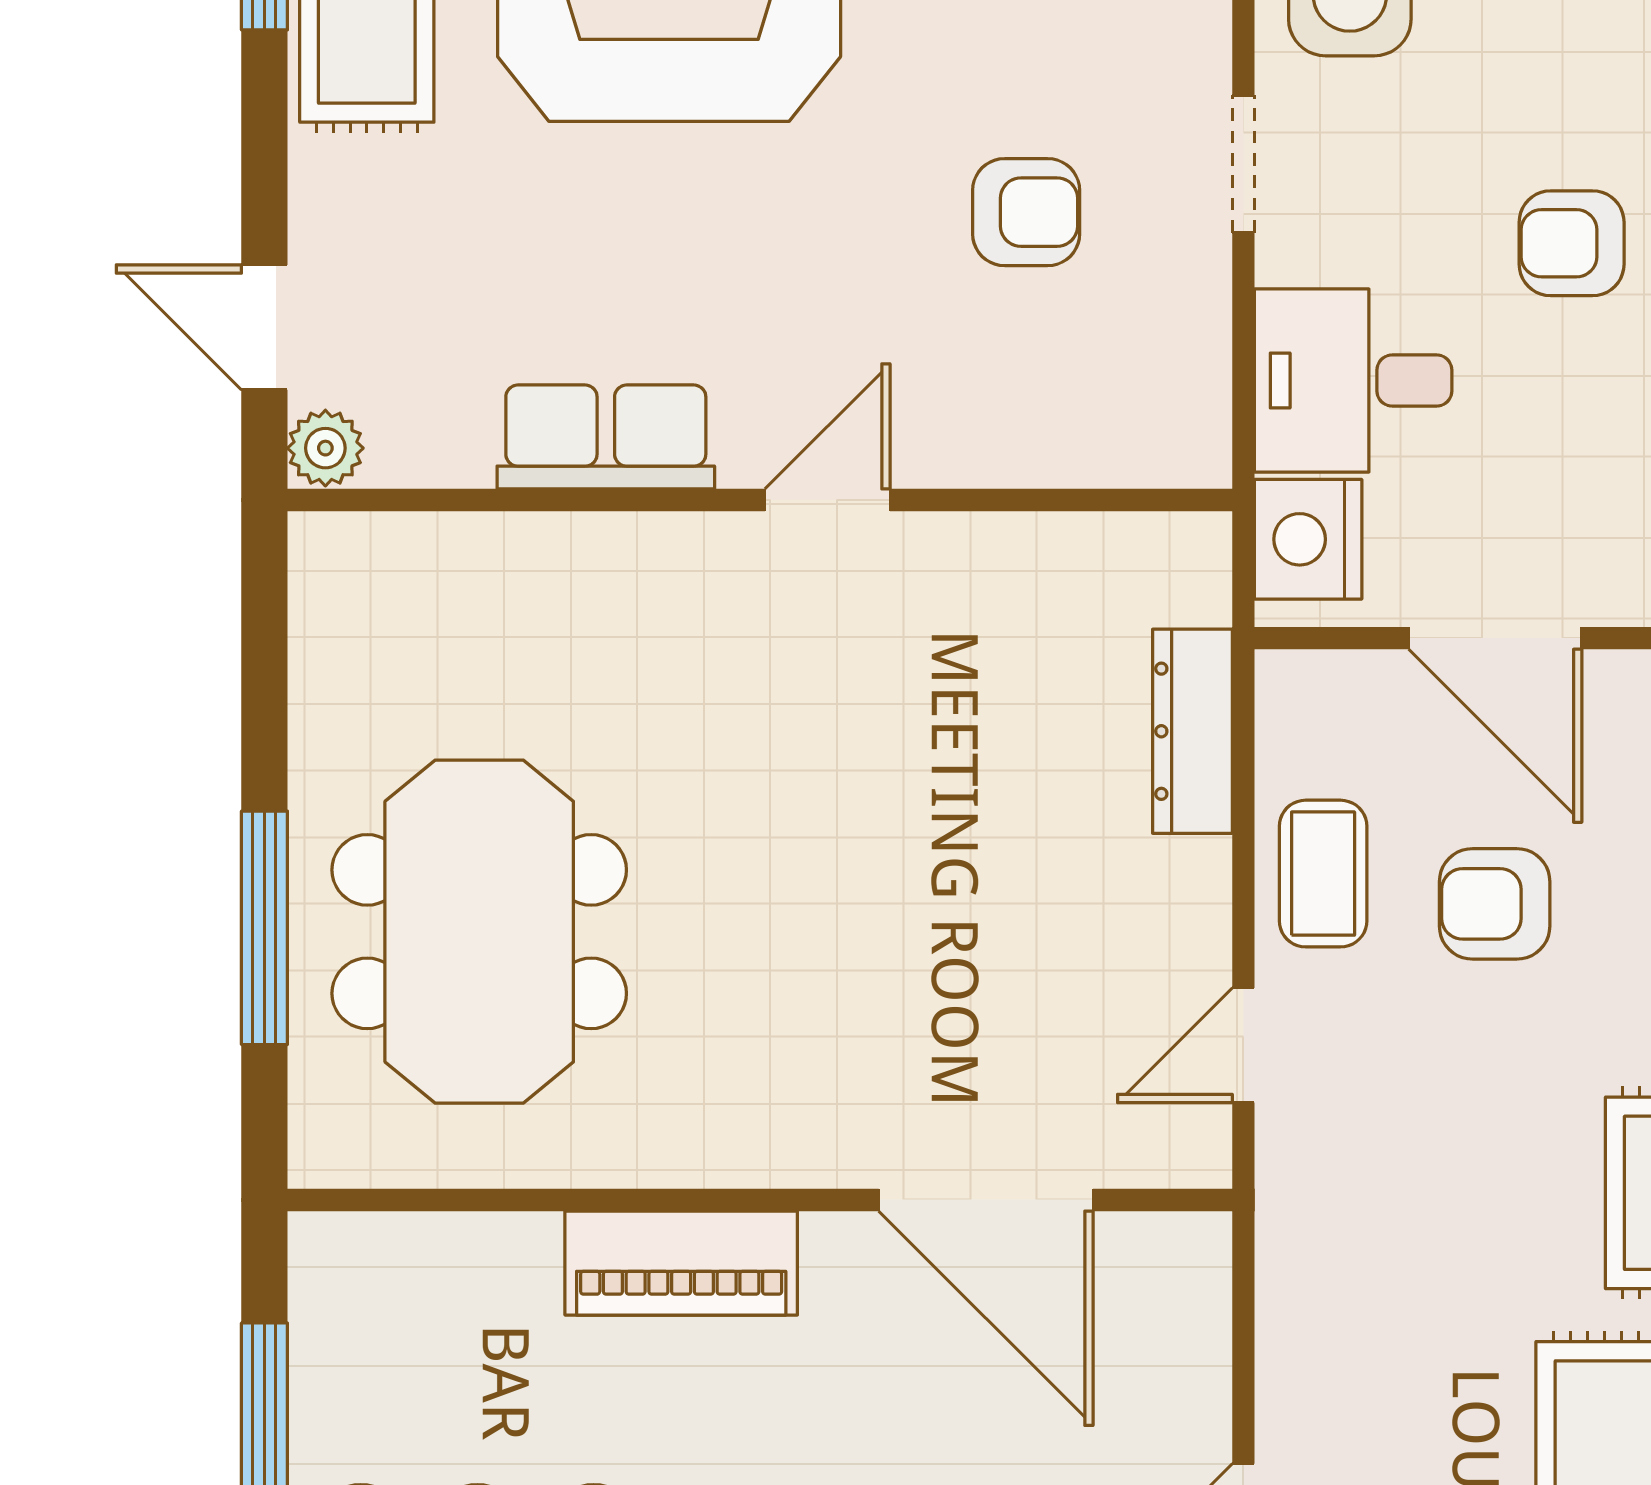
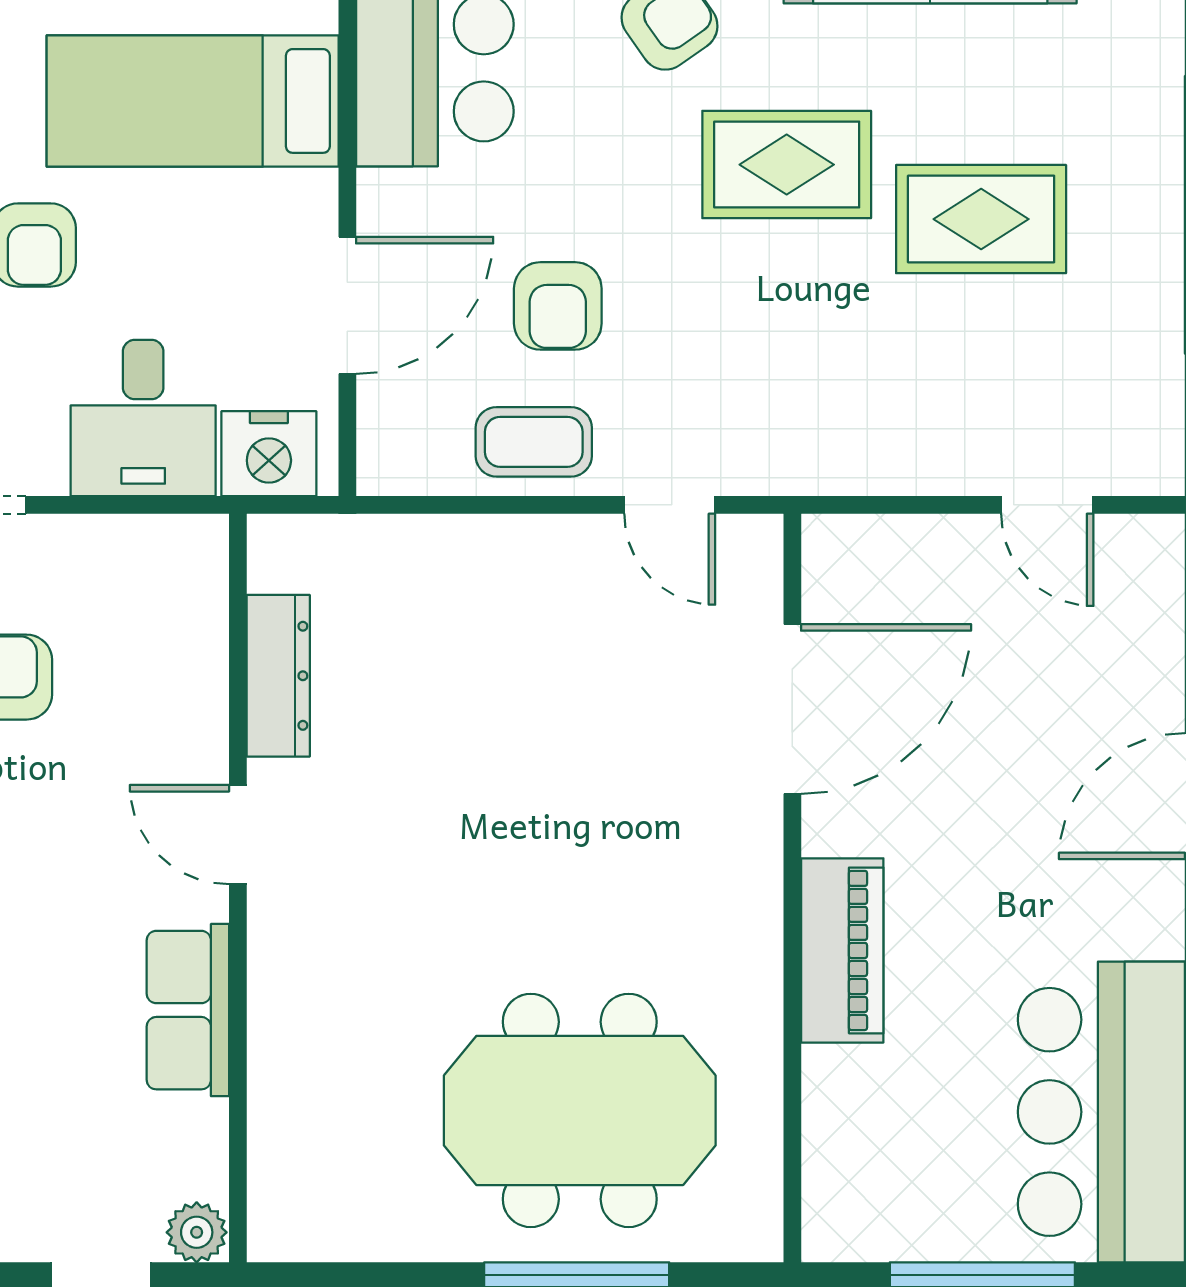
dresser: (1192, 731) -> (278, 676), moved, turned -90

